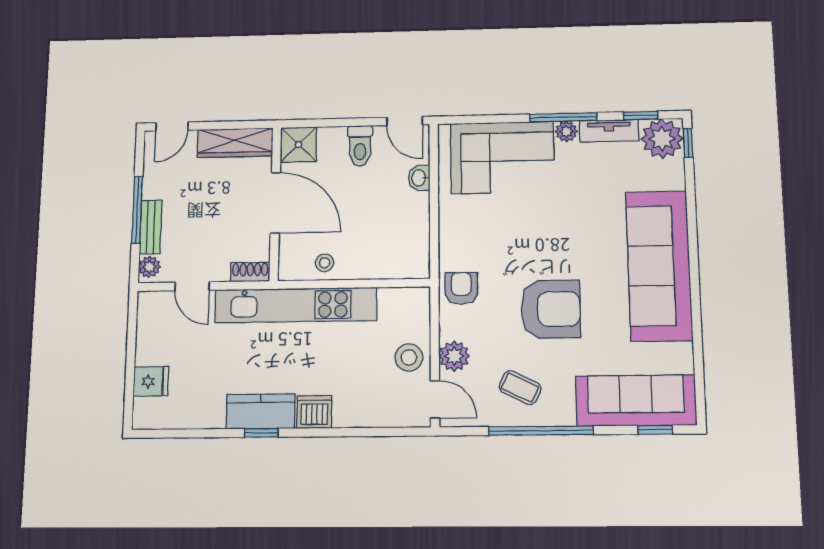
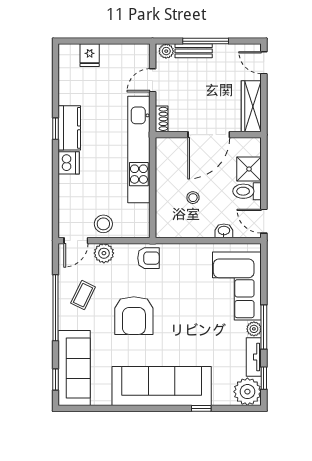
door: (405, 121) -> (264, 221), hinge flipped
window: (688, 143) -> (201, 408), moved
shower: (298, 144) -> (249, 169), moved
stool: (325, 263) -> (193, 198), moved

